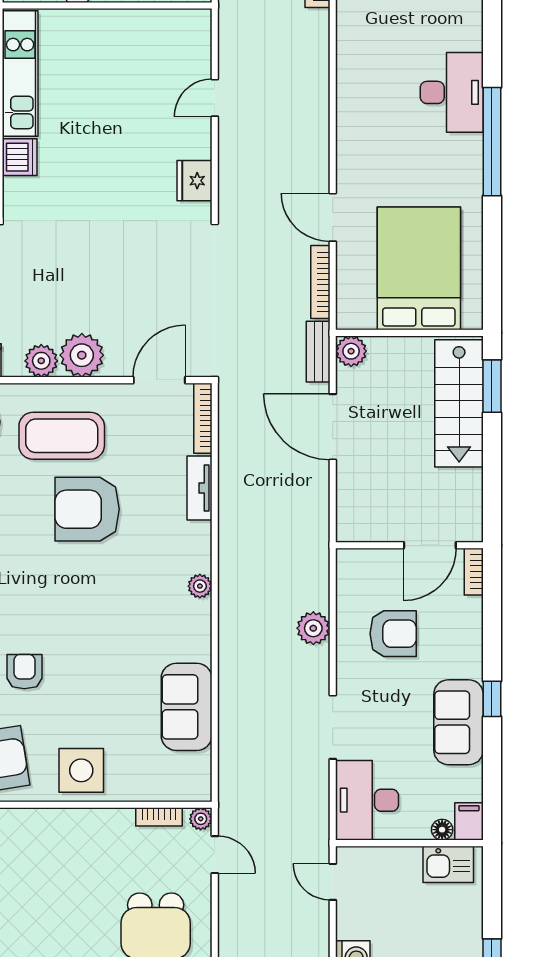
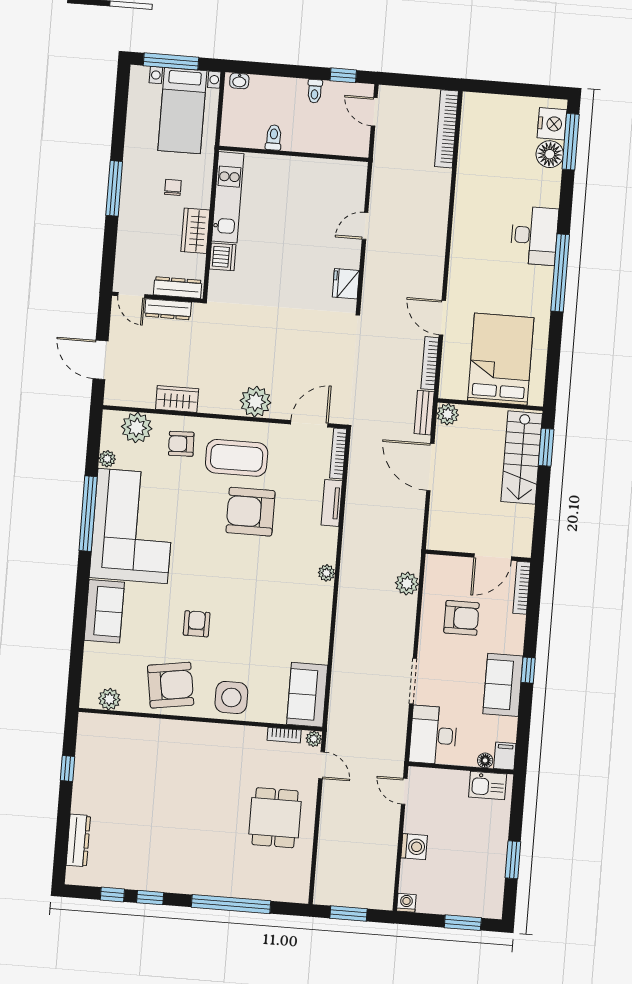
plant: (41, 361) -> (226, 403), removed
bookcase: (474, 572) -> (522, 588), width x1.56
plant: (313, 628) -> (407, 584), moved
sofa: (187, 707) -> (307, 695), moved

